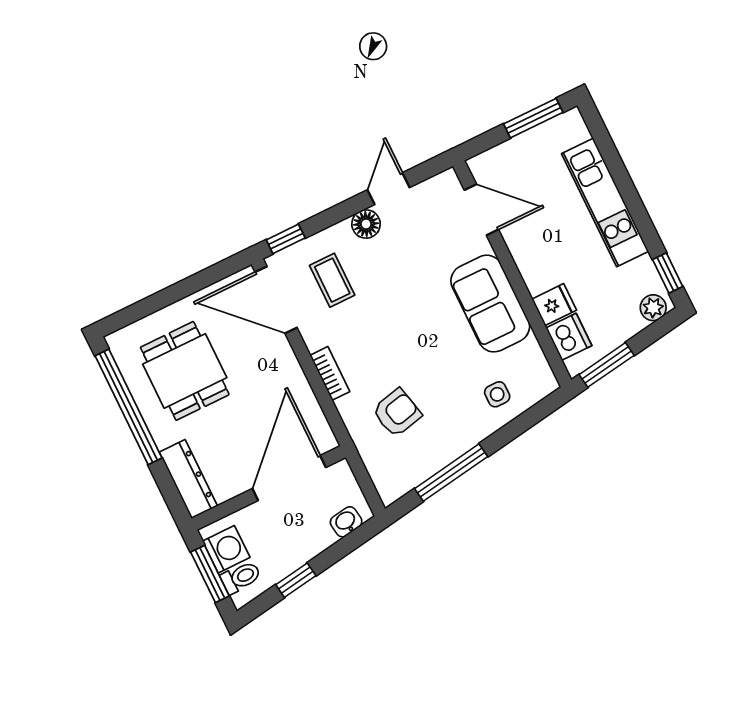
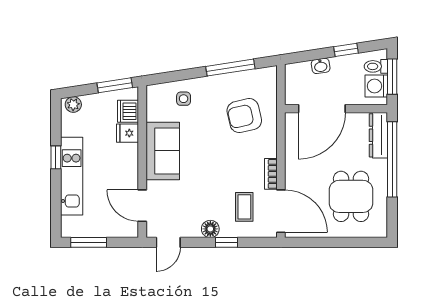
door: (389, 189) -> (168, 242), moved
window: (286, 239) -> (226, 242), moved
window: (668, 273) -> (56, 157), moved
bookcase: (330, 373) -> (271, 174), moved
window: (128, 407) -> (392, 159), moved
armchair: (397, 413) -> (244, 116), width x1.38, depth x1.38
washbasin: (346, 522) -> (321, 66), moved

